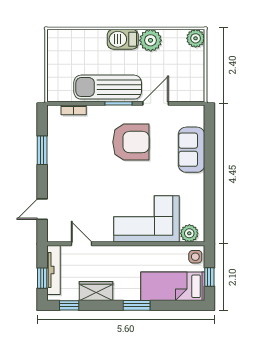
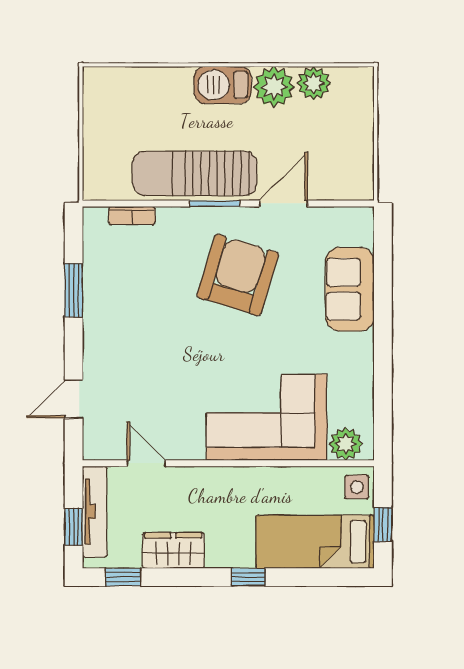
plant: (196, 38) -> (314, 83), moved
armchair: (131, 142) -> (238, 275), turned -73
window: (137, 305) -> (248, 577), width x0.67

